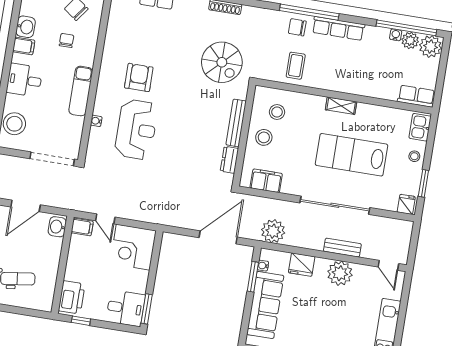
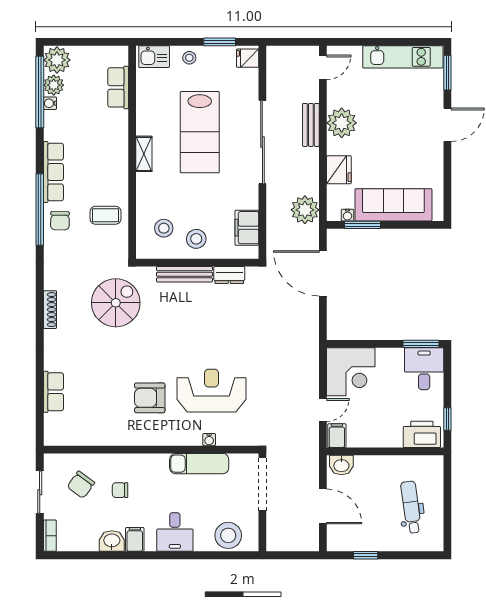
exam couch: (81, 91) -> (199, 464), moved
row of seats: (416, 96) -> (118, 87), moved

